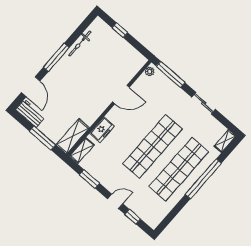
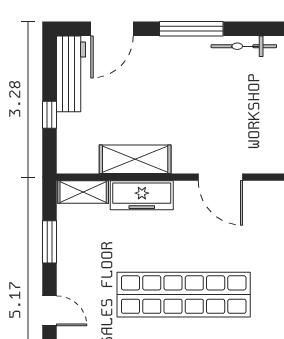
workbench: (30, 113) -> (71, 74), width x1.38
freezer: (102, 130) -> (142, 195), width x1.40
shelving: (73, 136) -> (135, 159), moved
window: (42, 138) -> (50, 115), width x0.46

